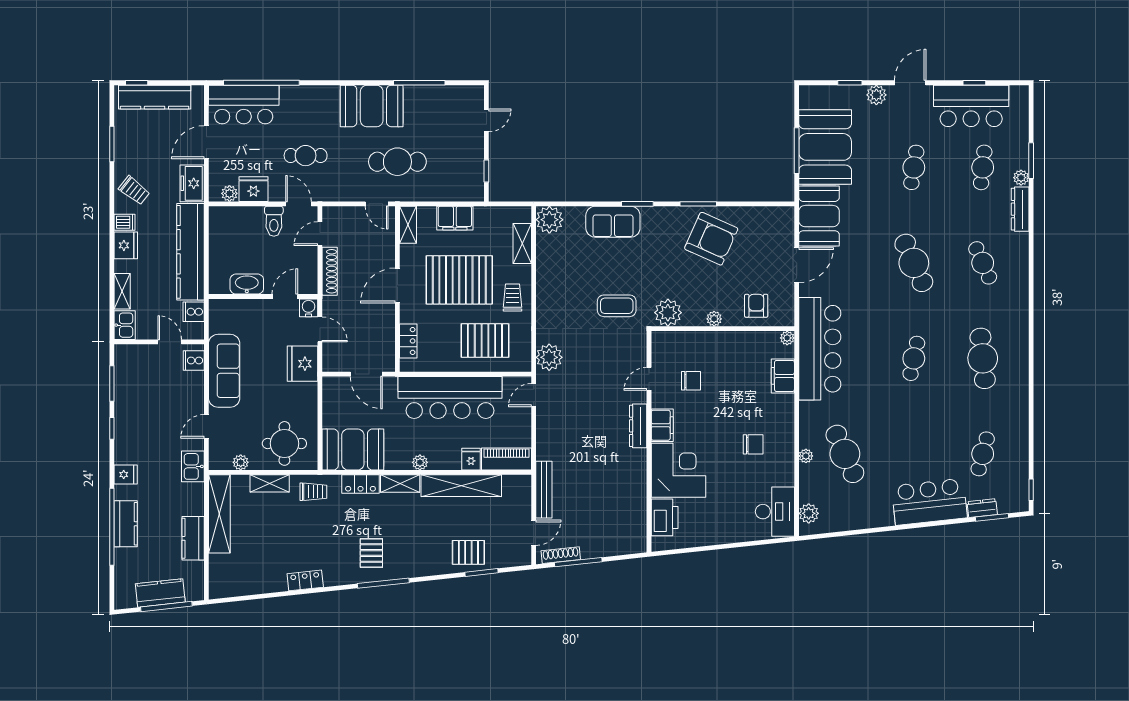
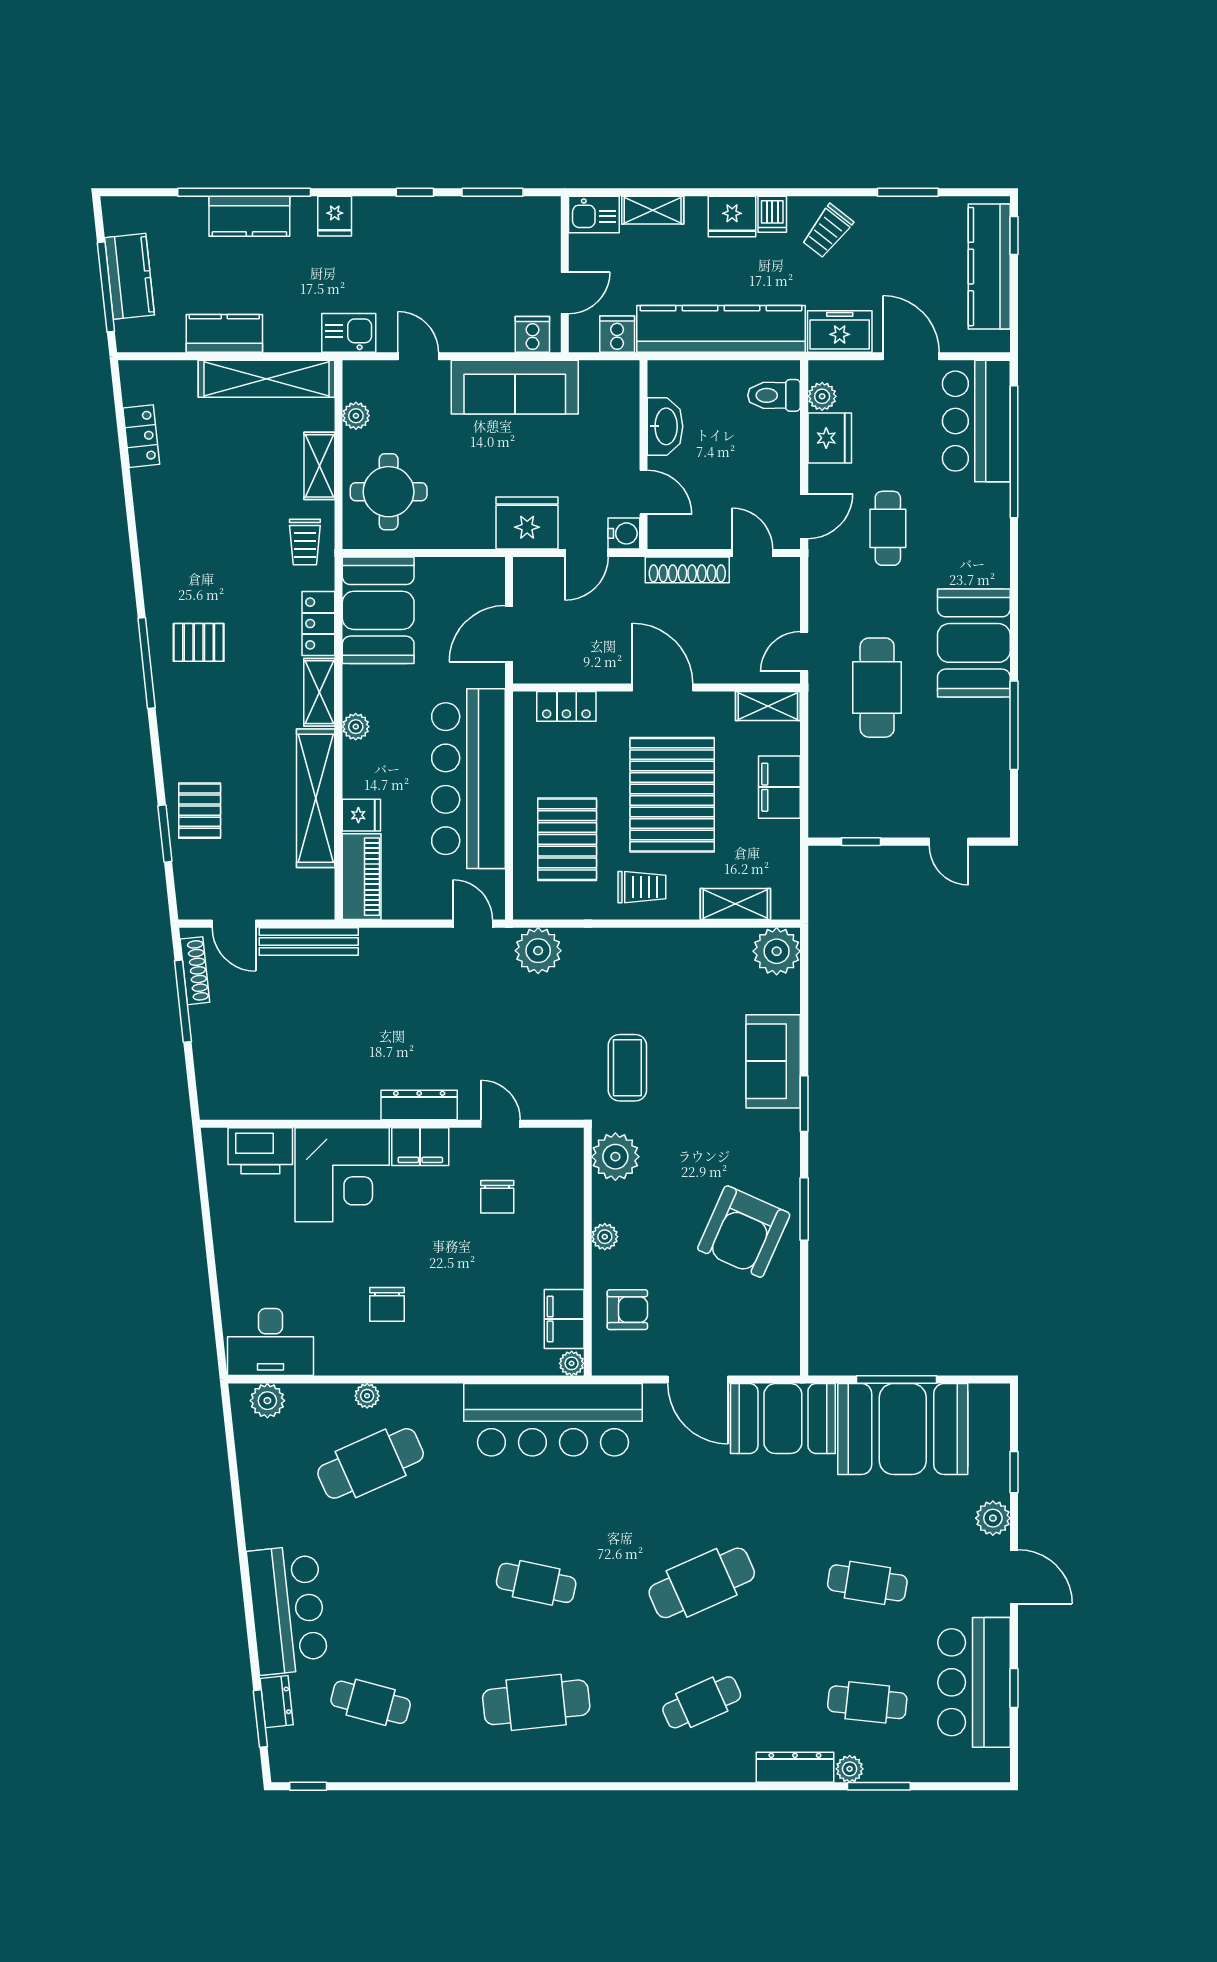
toilet: (274, 221) -> (774, 395), moved
filing cabinet: (783, 376) -> (564, 1319), moved, turned -90
locker: (305, 580) -> (141, 436), moved

